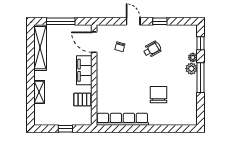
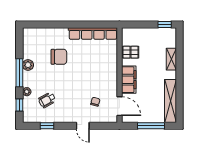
window: (160, 21) -> (47, 126), moved
wheelchair: (152, 49) -> (47, 100), moved
plant: (191, 69) -> (28, 65), moved
chair: (158, 95) -> (59, 57), turned -90
window: (65, 129) -> (165, 25), moved

